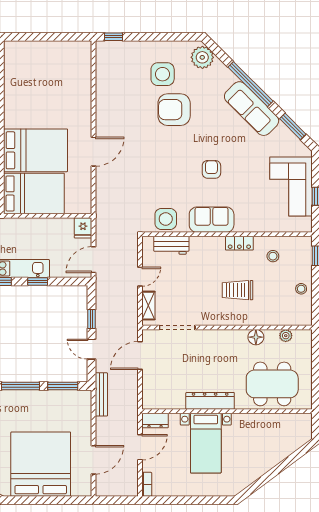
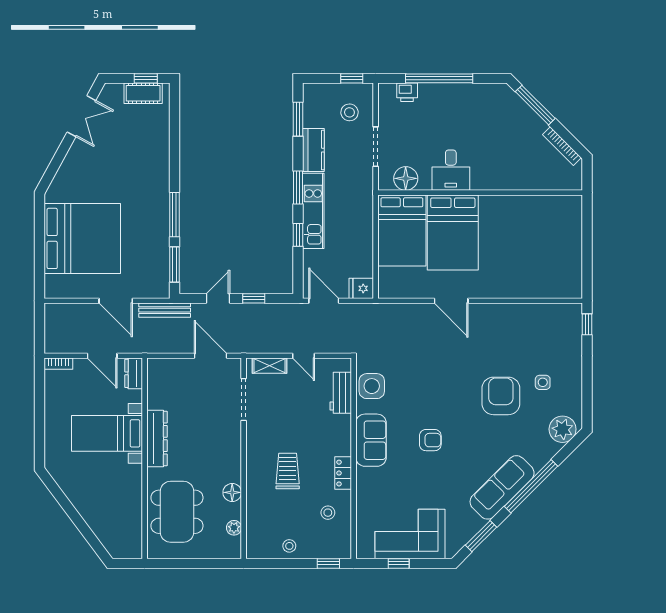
side table: (163, 74) -> (543, 382), width x0.54, depth x0.54
door: (93, 460) -> (116, 301), moved

